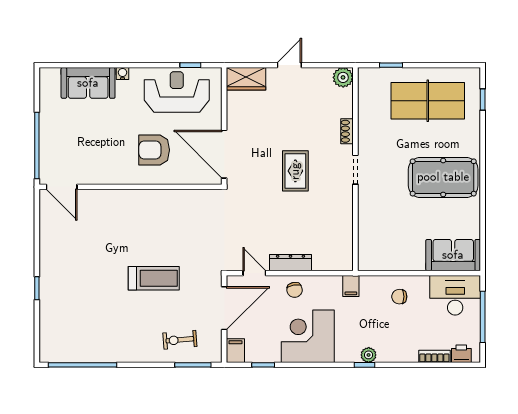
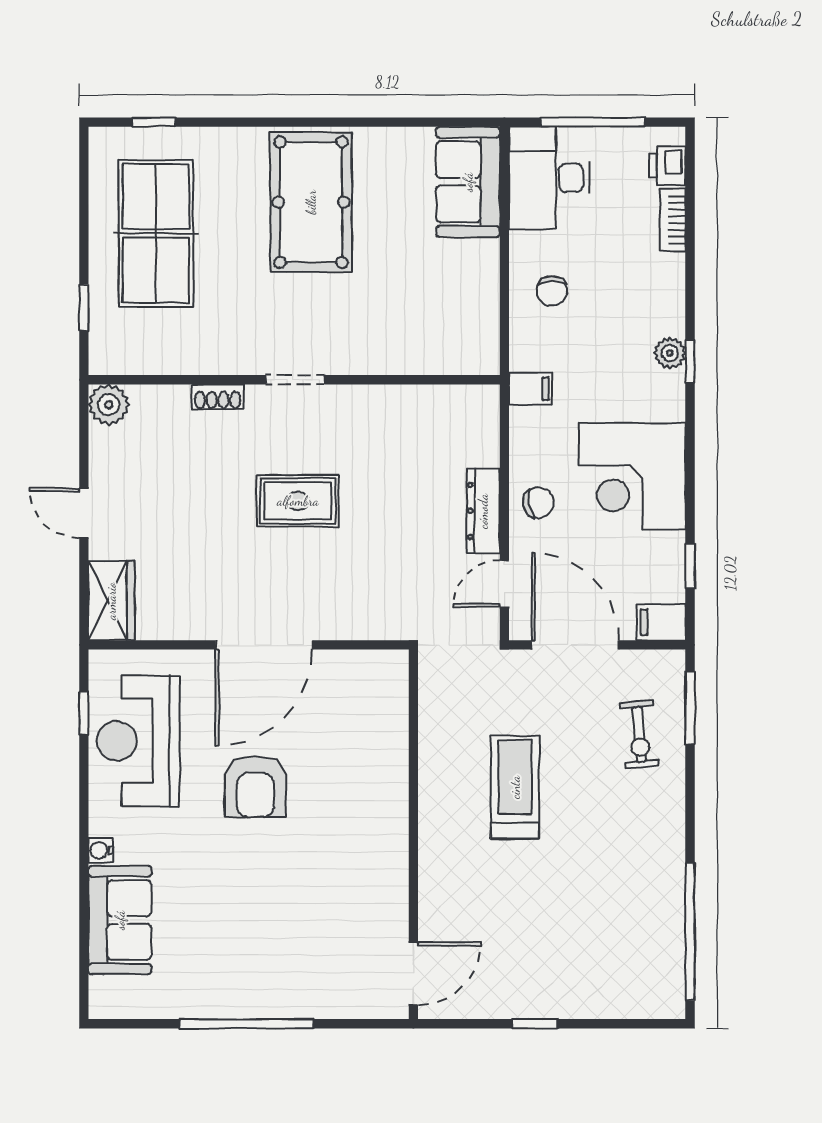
door: (62, 187) -> (413, 973), moved
wall: (130, 187) -> (413, 834), moved

